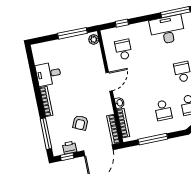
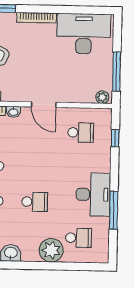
desk: (48, 74) -> (84, 34), width x1.87, depth x1.30

